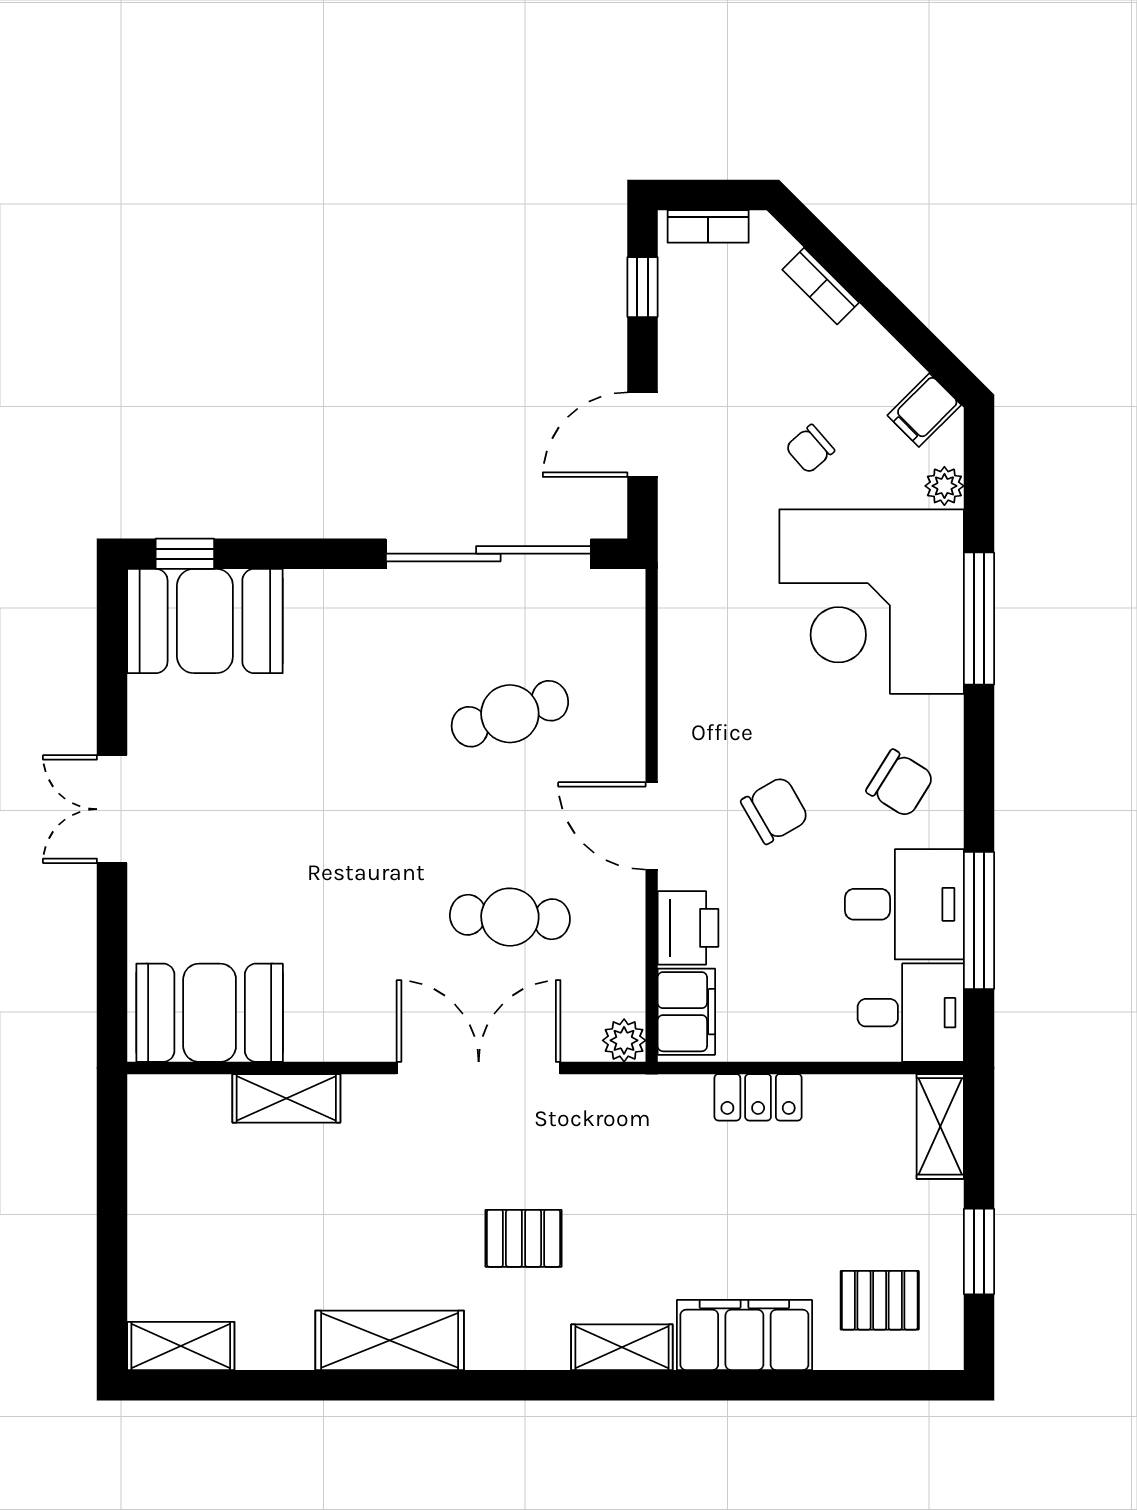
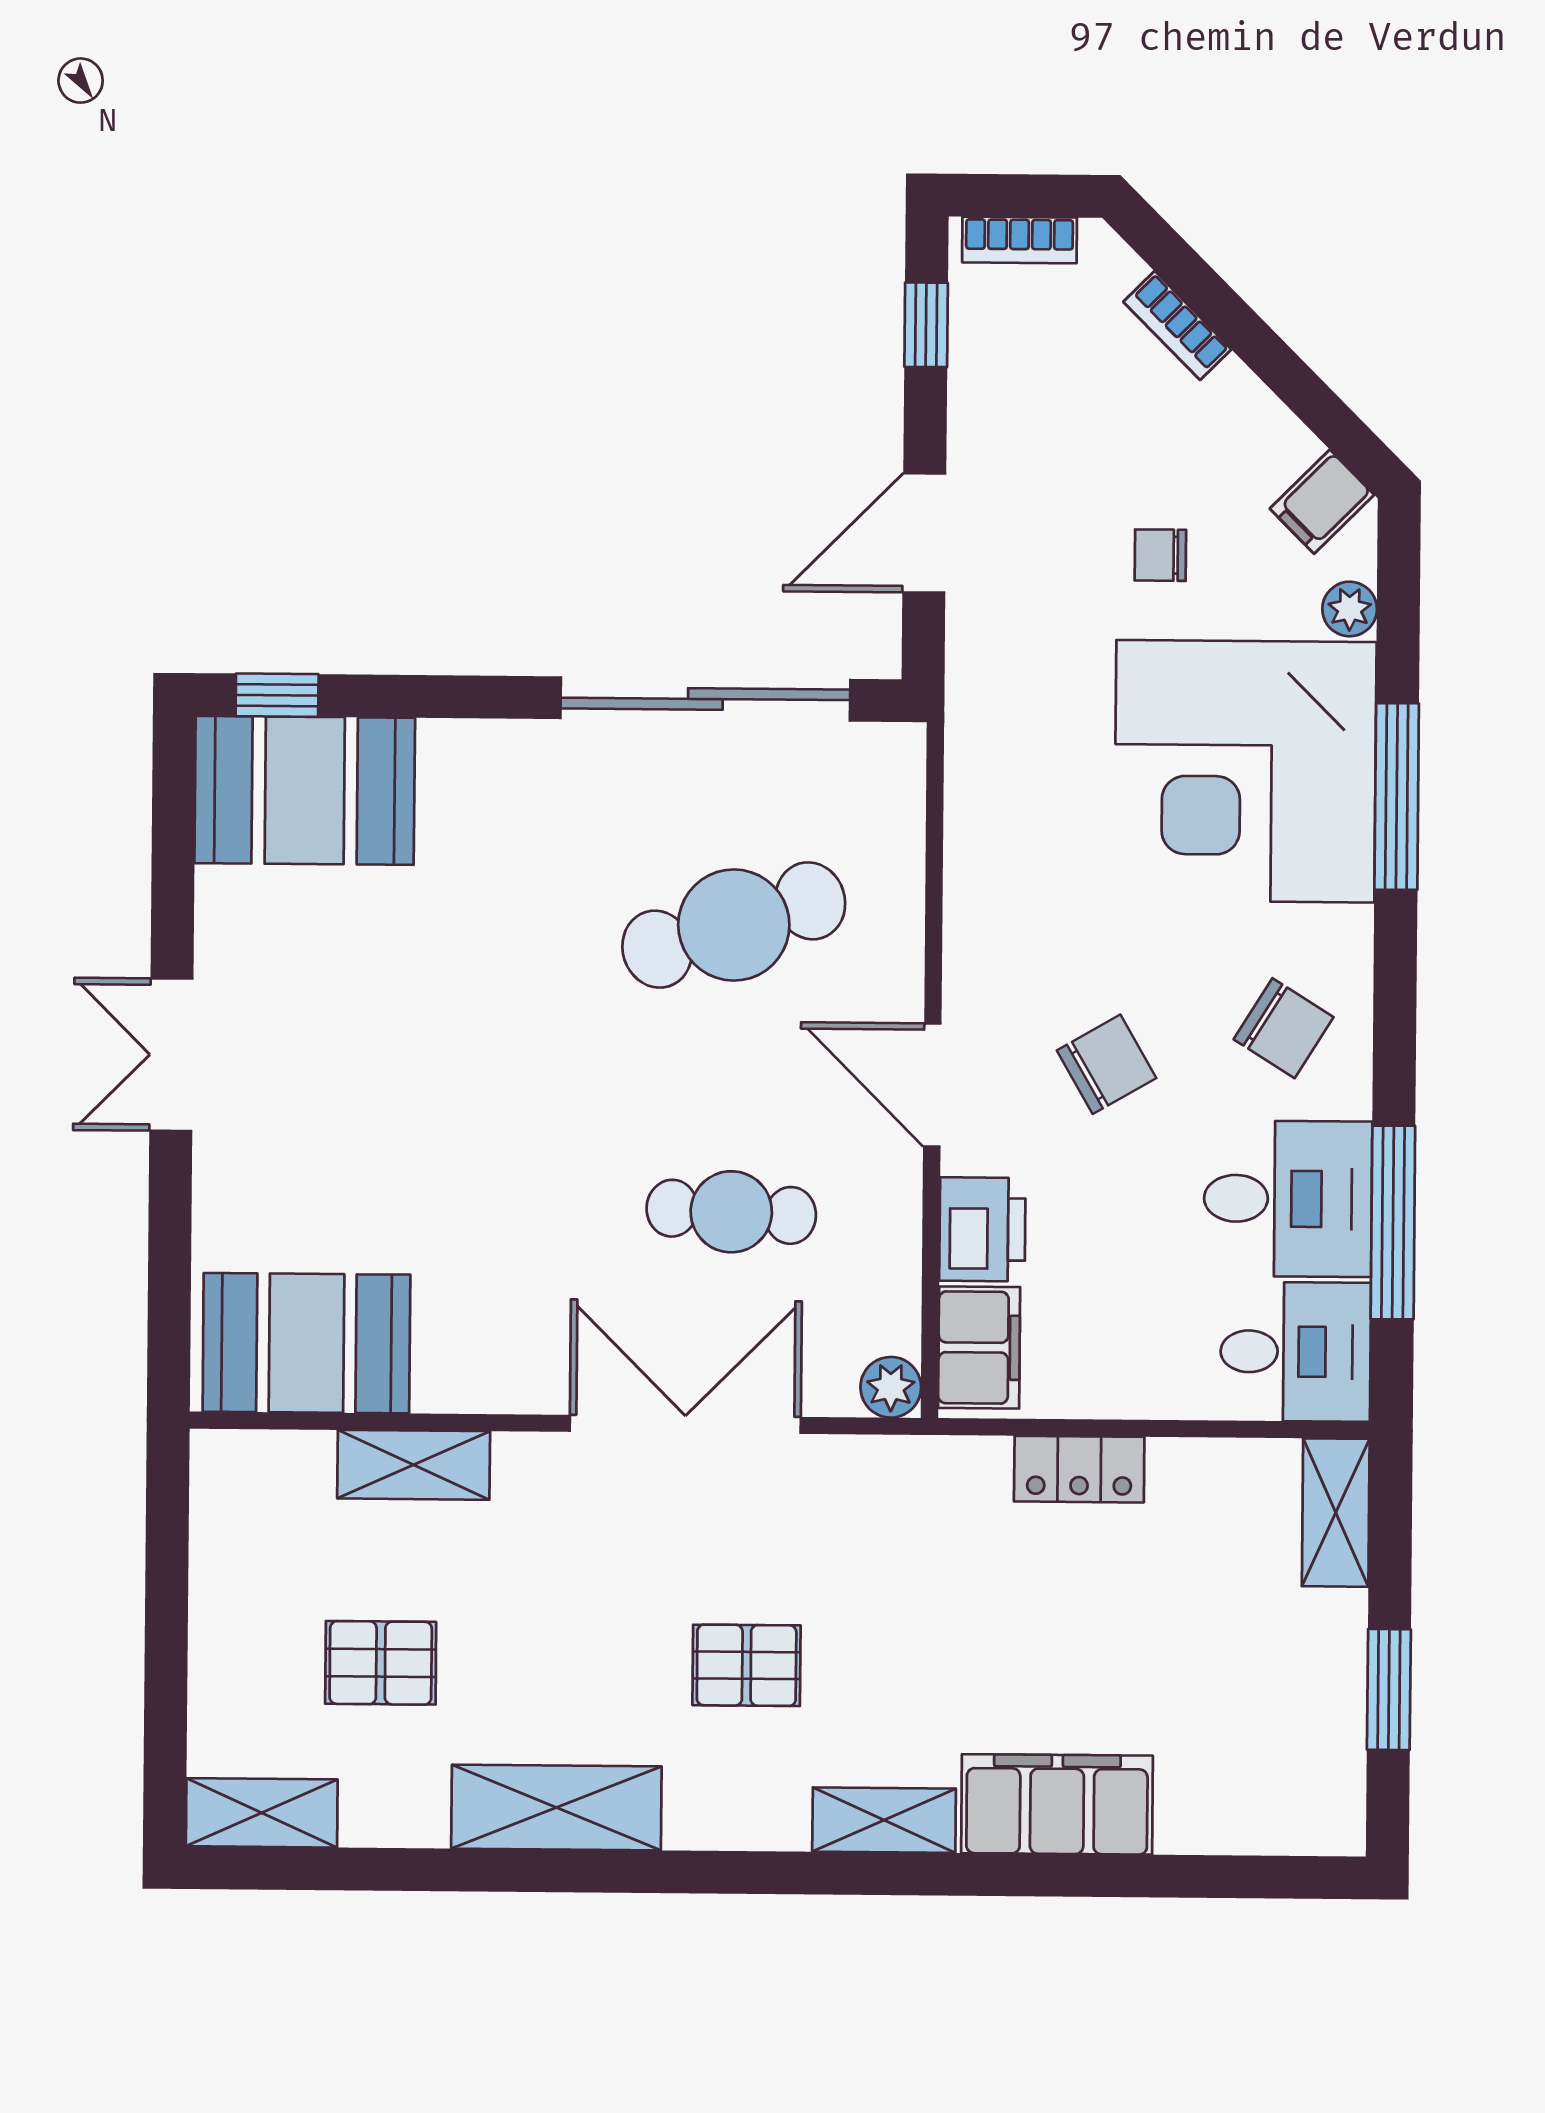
chair: (810, 449) -> (1160, 555), turned 41
cafe table: (510, 714) -> (734, 925), width x1.37, depth x1.35
pallet: (880, 1300) -> (381, 1663), moved

